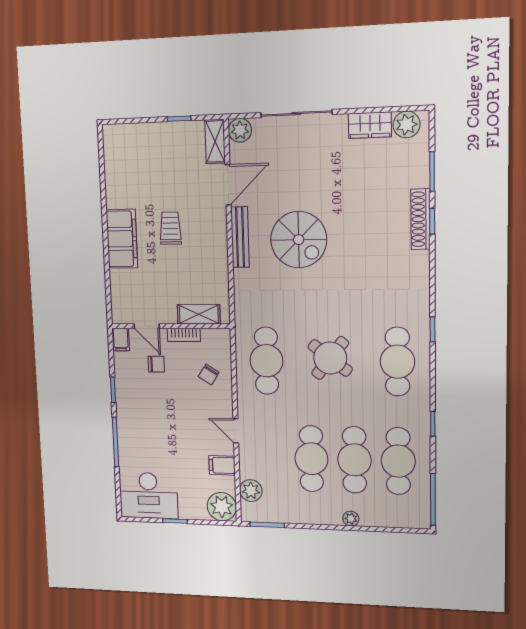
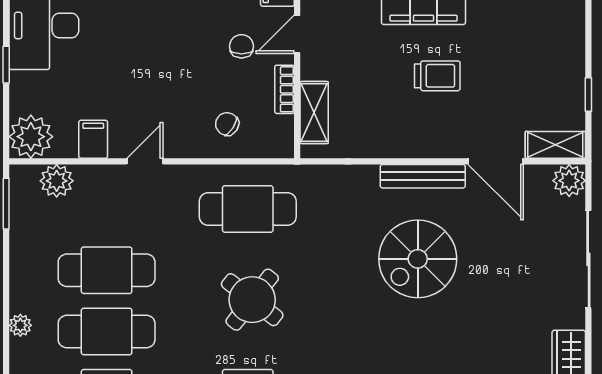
chair: (156, 364) -> (242, 46), turned 180

